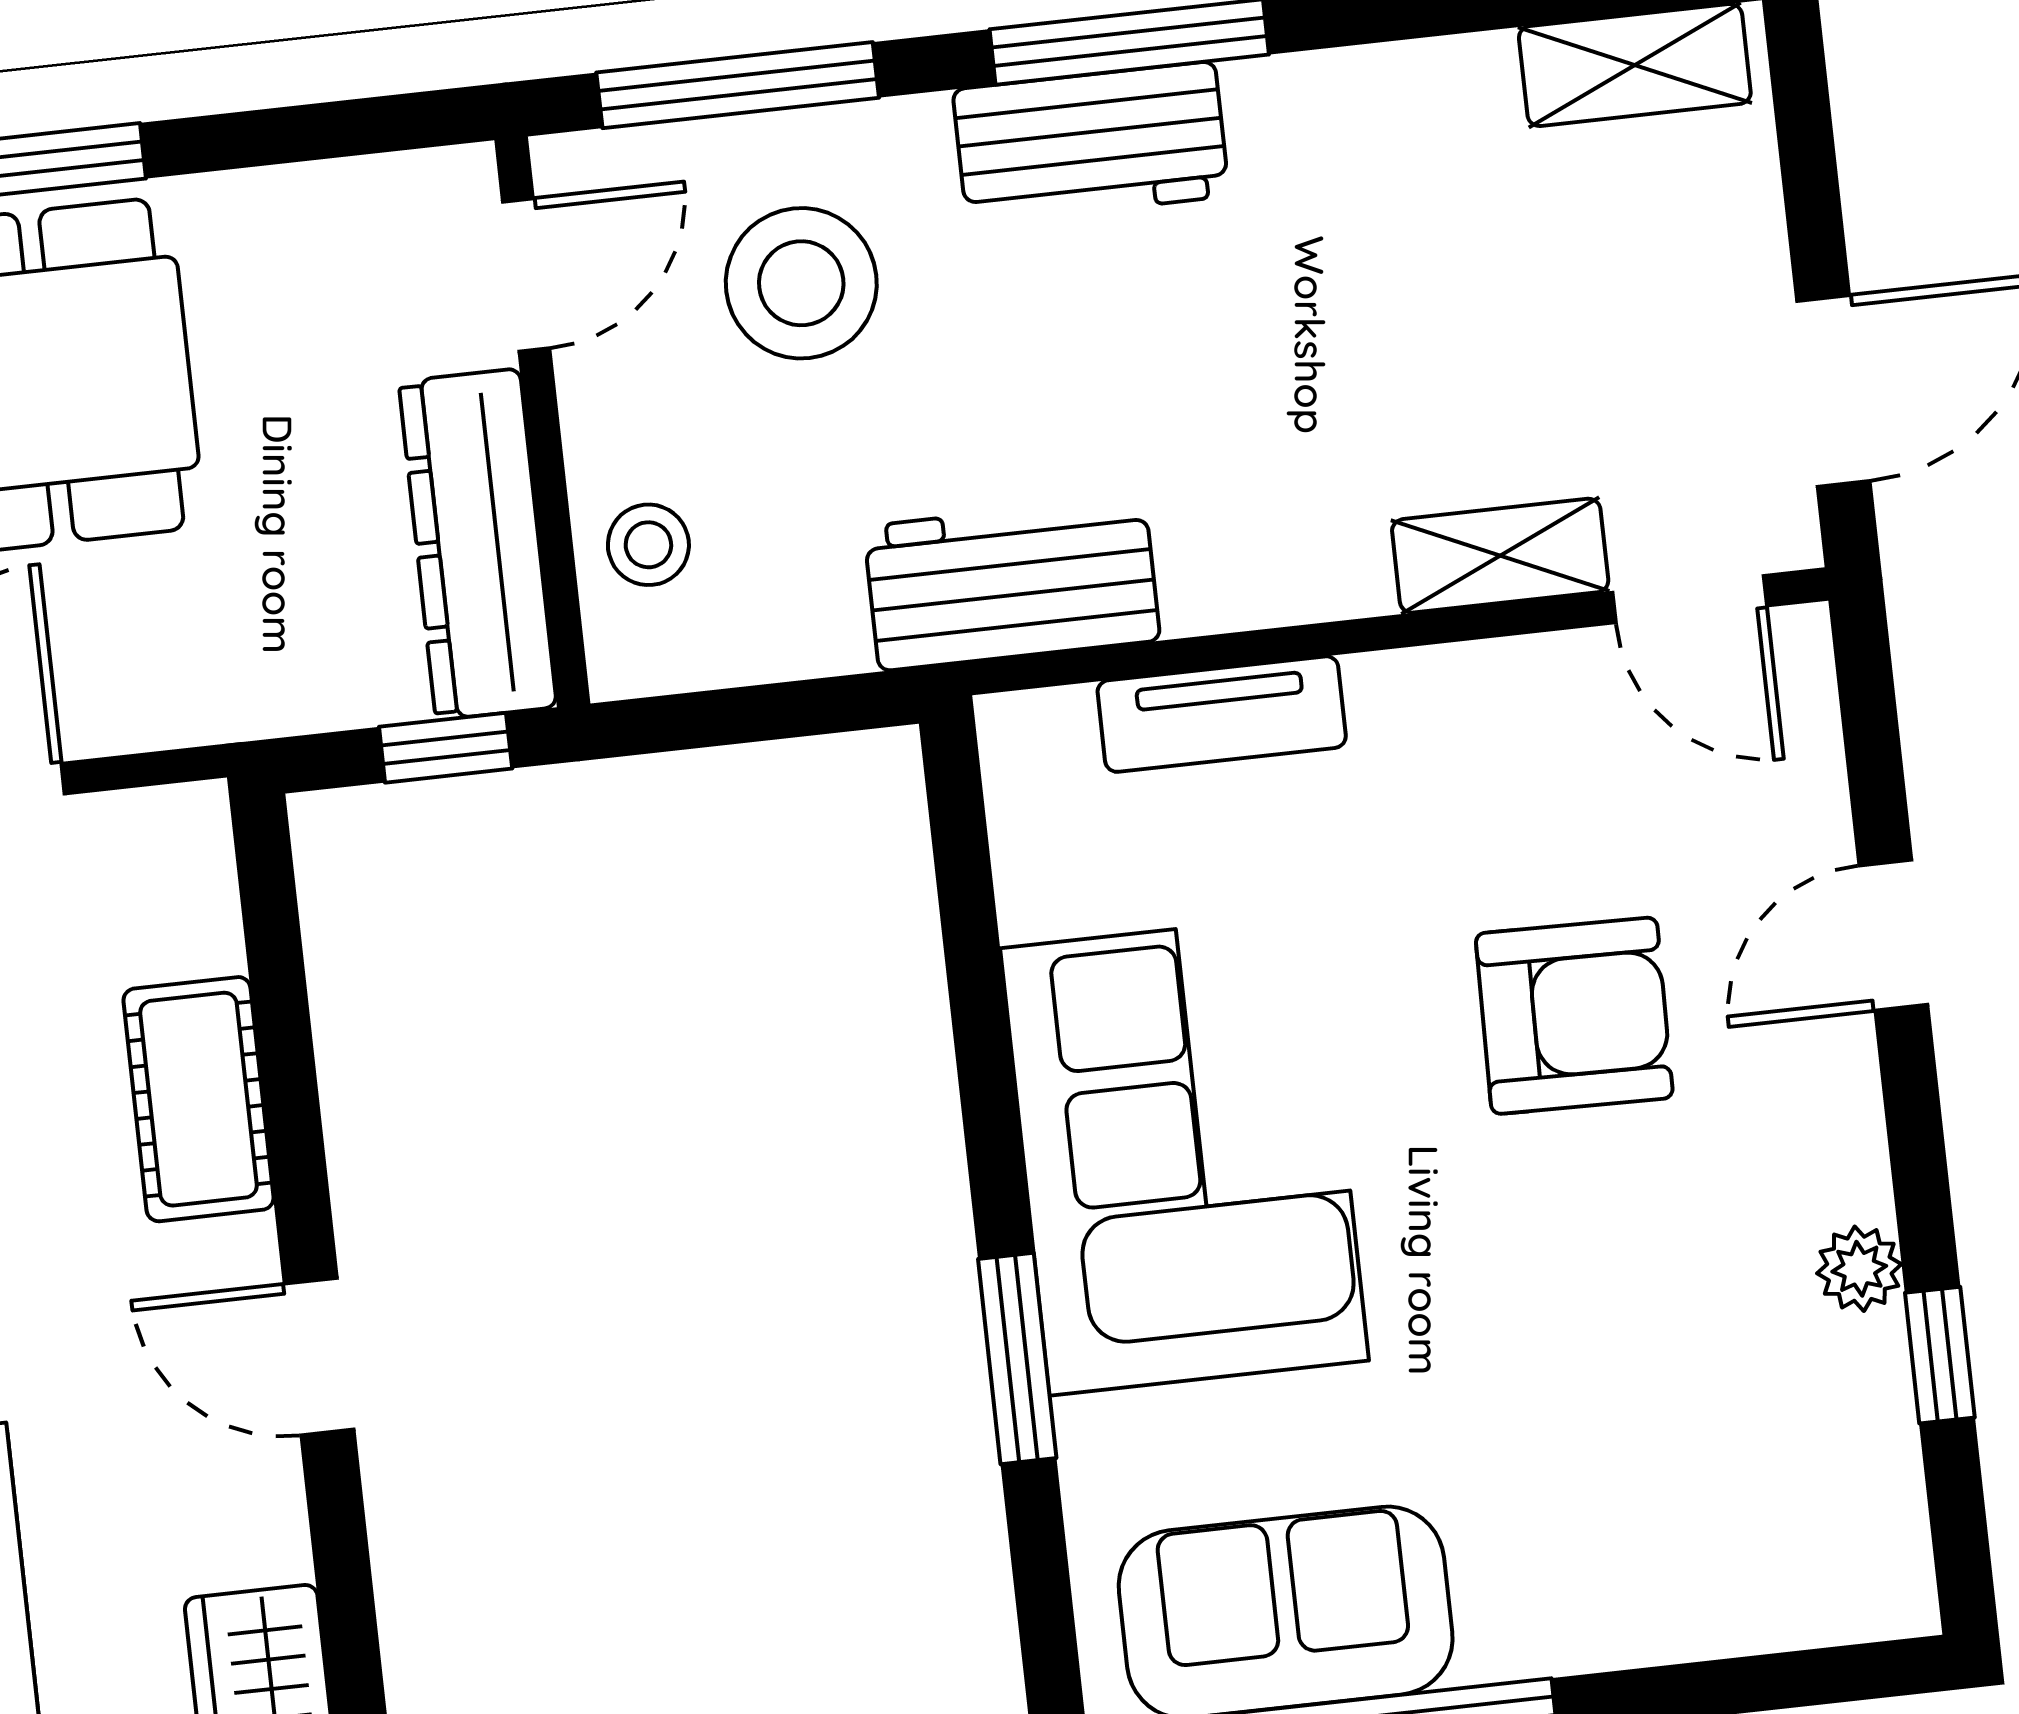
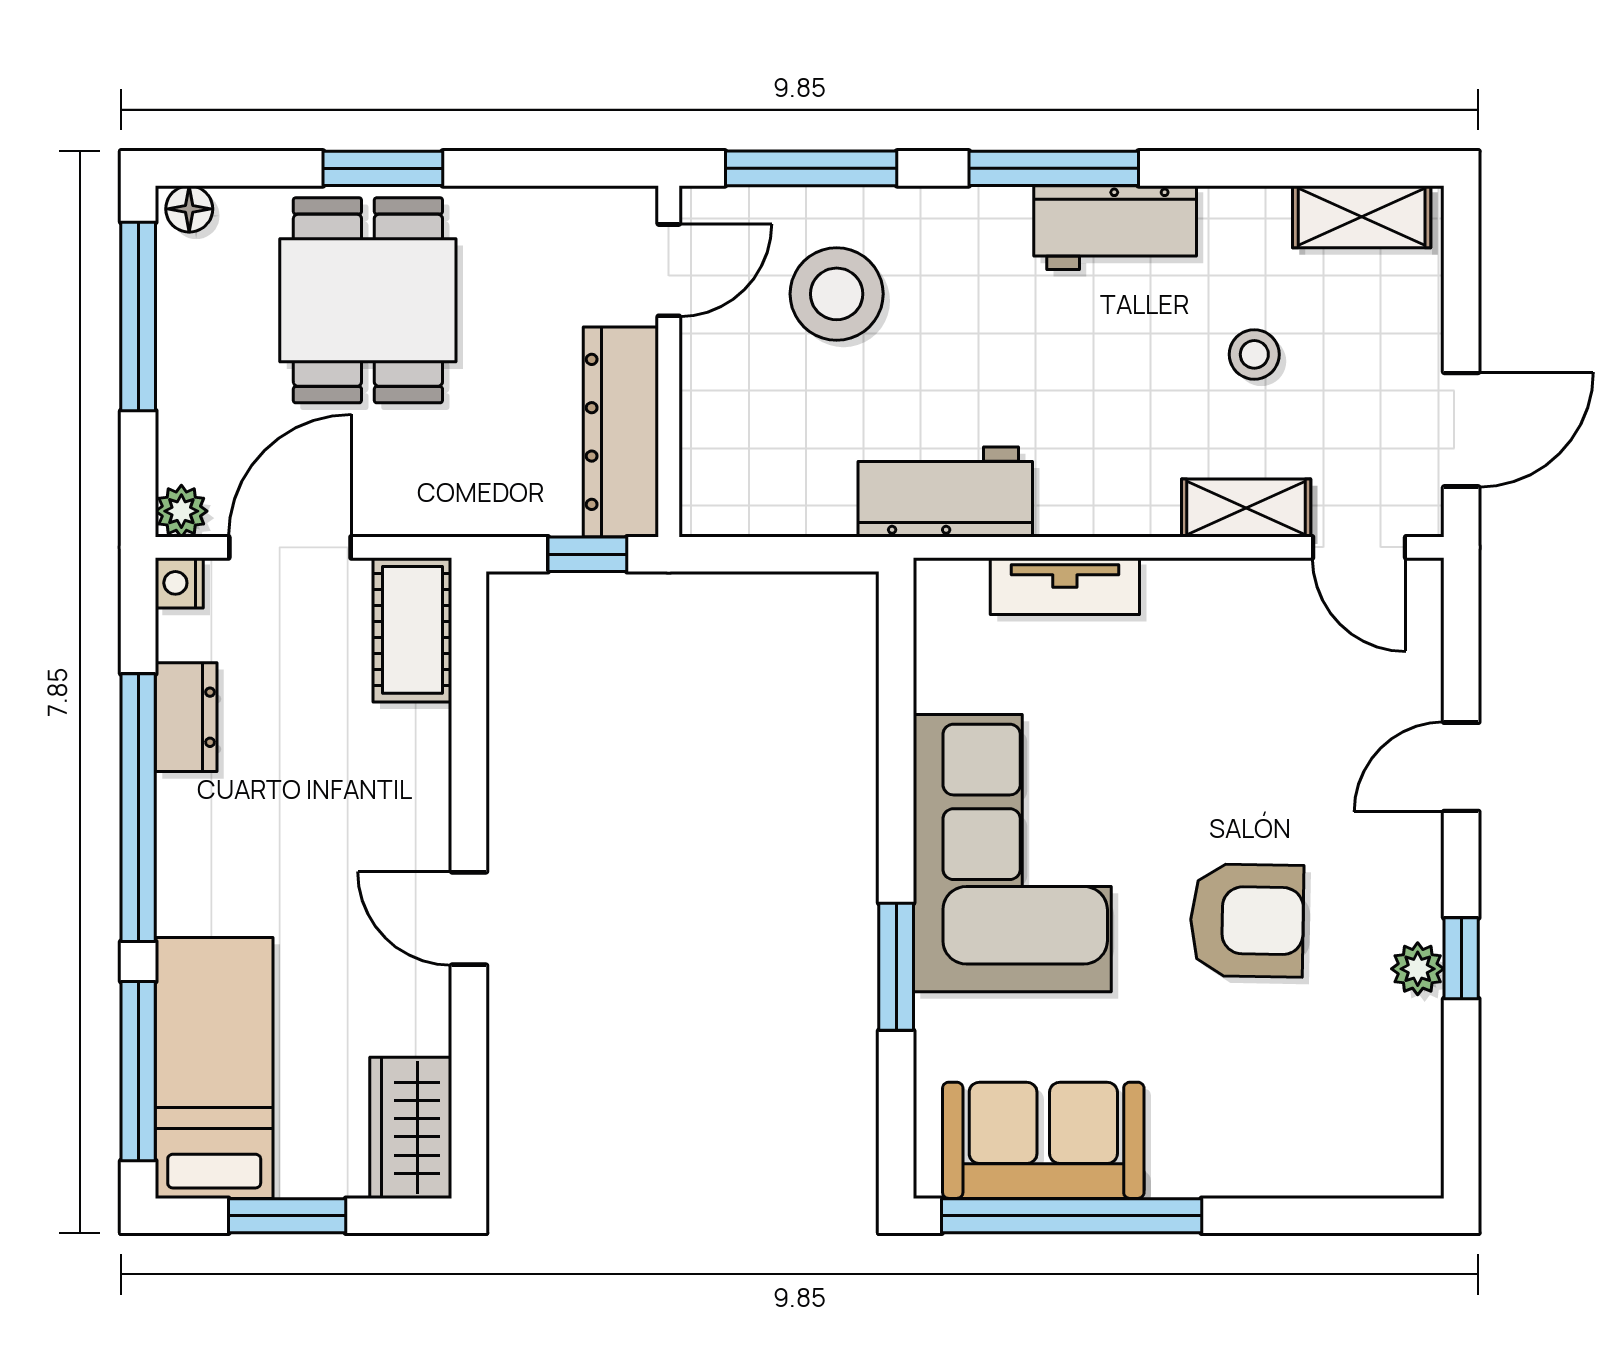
workbench: (1091, 143) -> (1115, 228), moved
stool: (648, 545) -> (1254, 354), moved
armchair: (1574, 1016) -> (1247, 920), moved
cot: (198, 1099) -> (412, 630), moved
window: (1940, 1355) -> (1461, 958), moved

